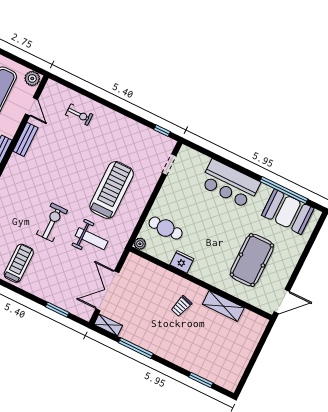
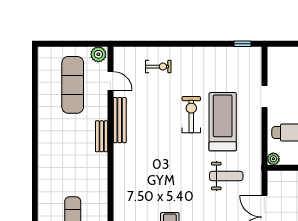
bench: (25, 139) -> (120, 120), width x1.36
doorway: (169, 165) -> (264, 97), moved
exercise bike: (52, 222) -> (191, 115), moved

